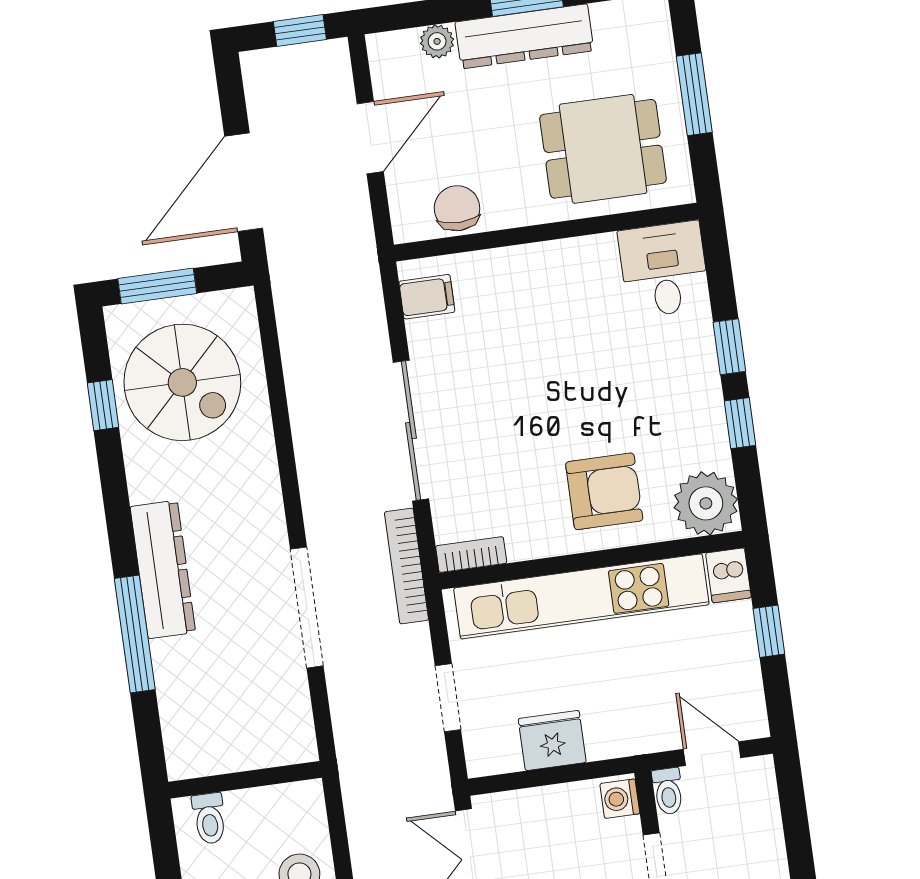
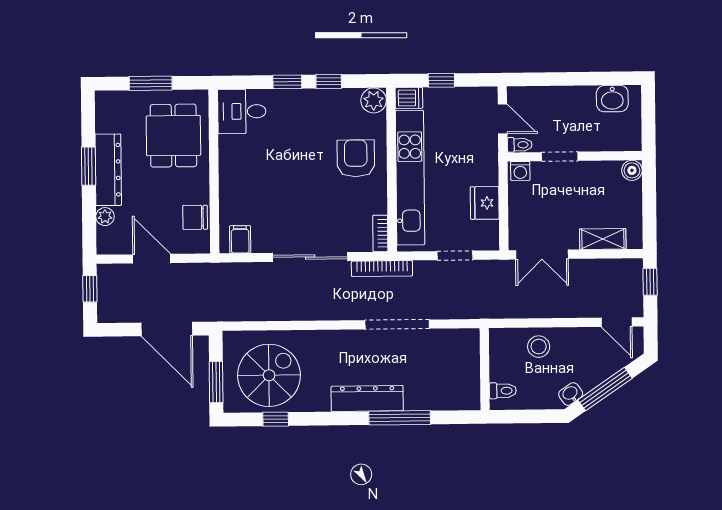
plant: (706, 503) -> (374, 100), width x0.73, depth x0.73
door: (712, 754) -> (503, 119), swing flipped

